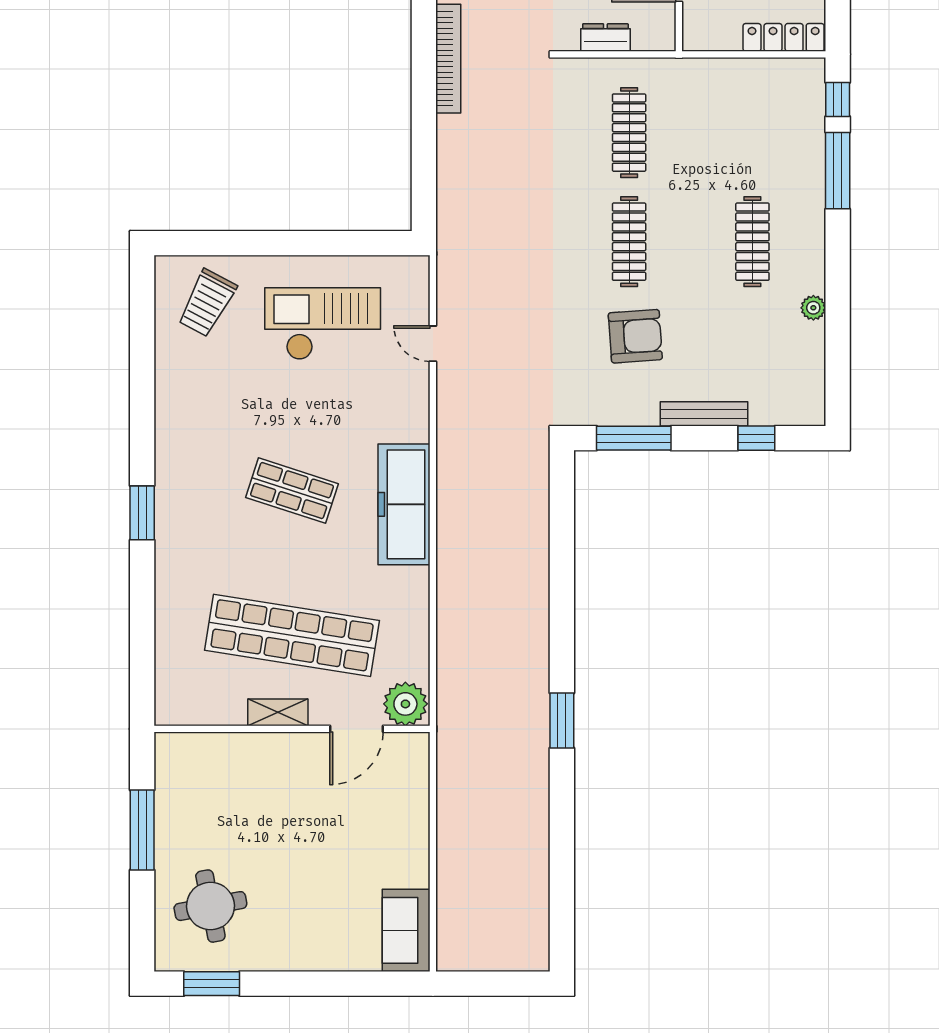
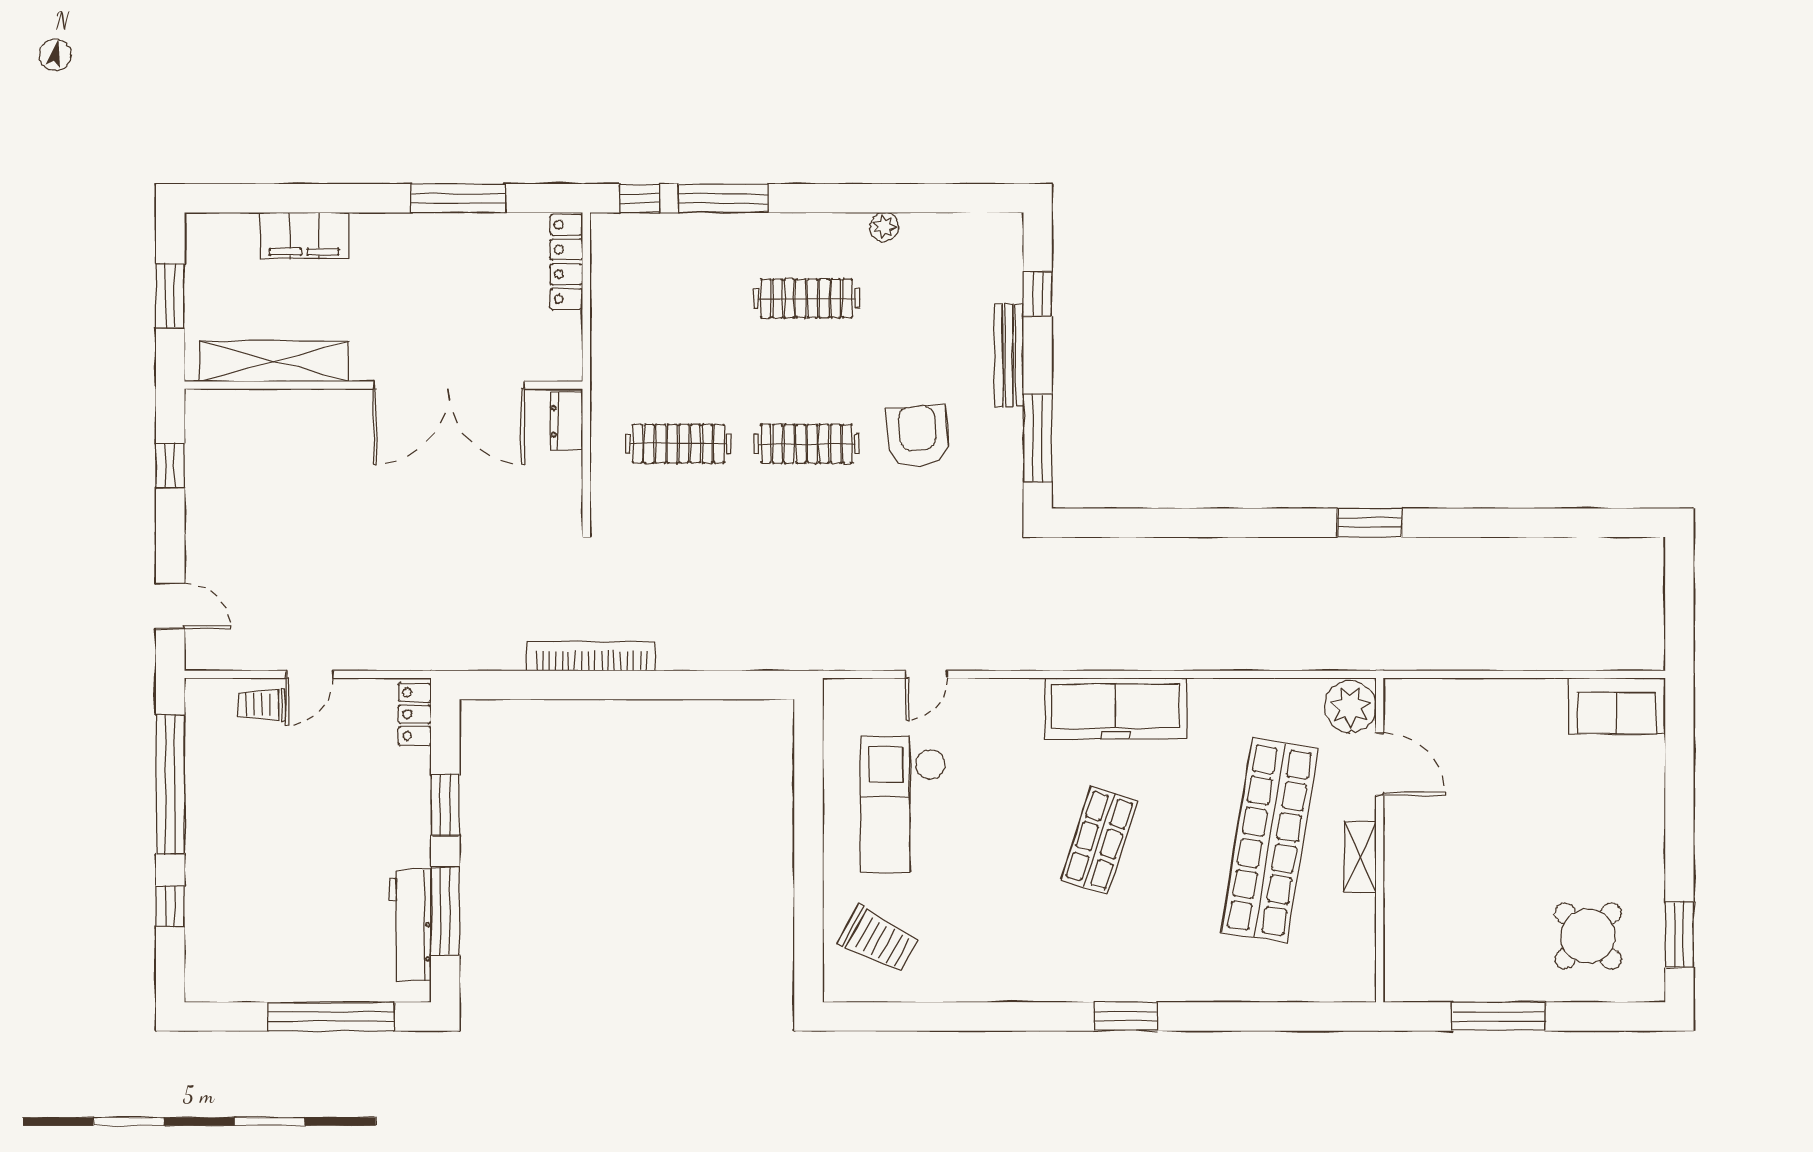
dresser: (605, 37) -> (566, 421), moved
round table: (210, 906) -> (1588, 936), turned -34

